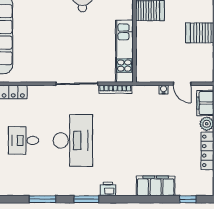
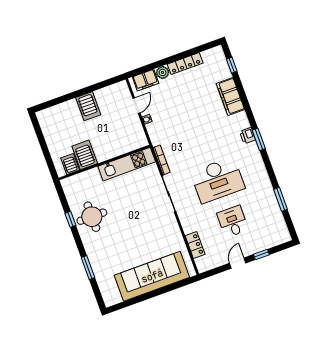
desk: (23, 140) -> (233, 222), turned 180
desk: (73, 140) -> (218, 180), turned 180
window: (42, 199) -> (281, 199), moved
window: (86, 199) -> (259, 139), moved

